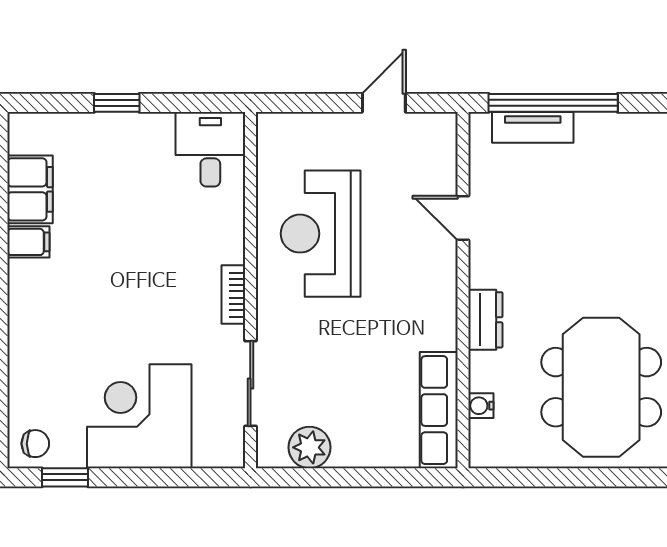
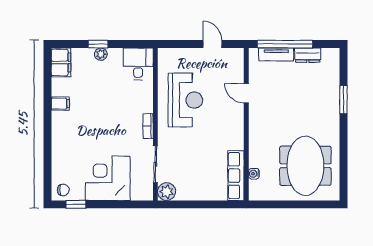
door: (384, 103) -> (212, 44), hinge flipped
plant: (123, 126) -> (101, 54), added
filing cabinet: (30, 189) -> (61, 62), moved
reception desk: (321, 234) -> (185, 100), turned 180
dresser: (485, 320) -> (308, 55), moved, turned 90
plant: (310, 447) -> (167, 192), moved

